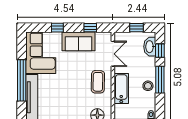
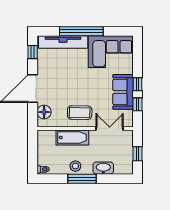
window: (57, 28) -> (137, 84), moved
washbasin: (150, 47) -> (103, 168), moved
window: (160, 51) -> (113, 179), removed
double door: (113, 54) -> (110, 129), swing flipped

